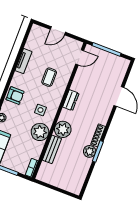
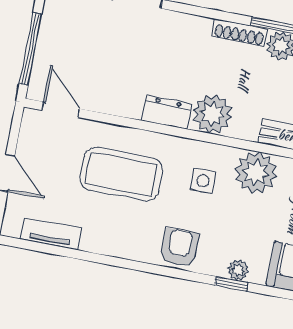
tv unit: (23, 61) -> (51, 234), moved
coffee table: (49, 77) -> (121, 174), width x1.86, depth x1.72
plant: (63, 129) -> (212, 114), moved

